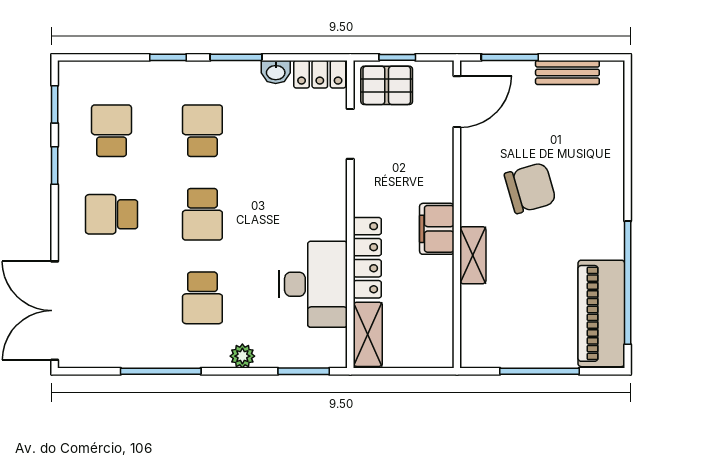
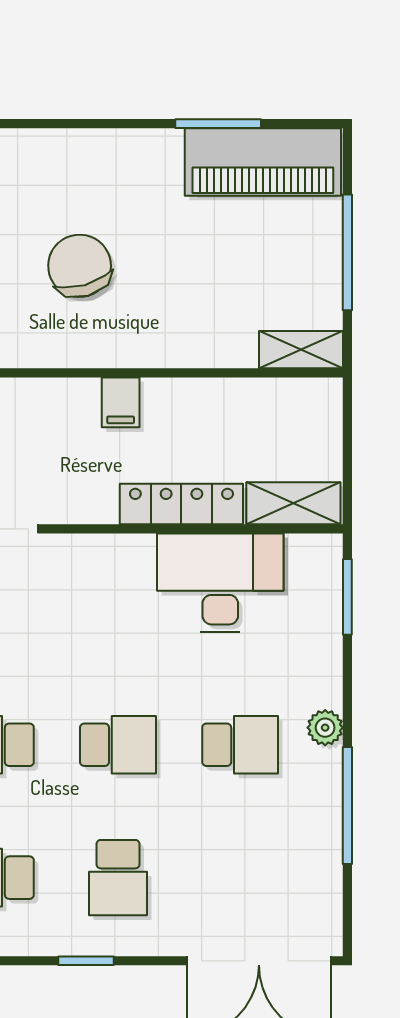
window: (55, 165) -> (86, 961), moved
filing cabinet: (437, 229) -> (121, 402), width x0.50
shelving: (473, 255) -> (301, 350), moved
window: (628, 283) -> (218, 124), width x0.47
plant: (242, 356) -> (325, 728), moved

